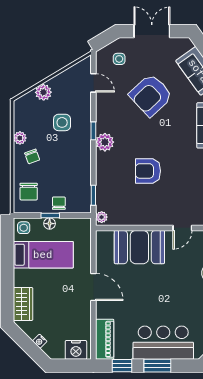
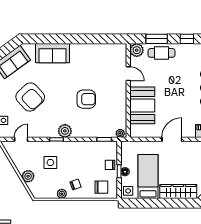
armchair: (148, 171) -> (86, 99), turned -90
wardrobe: (23, 304) -> (178, 191), width x1.50

